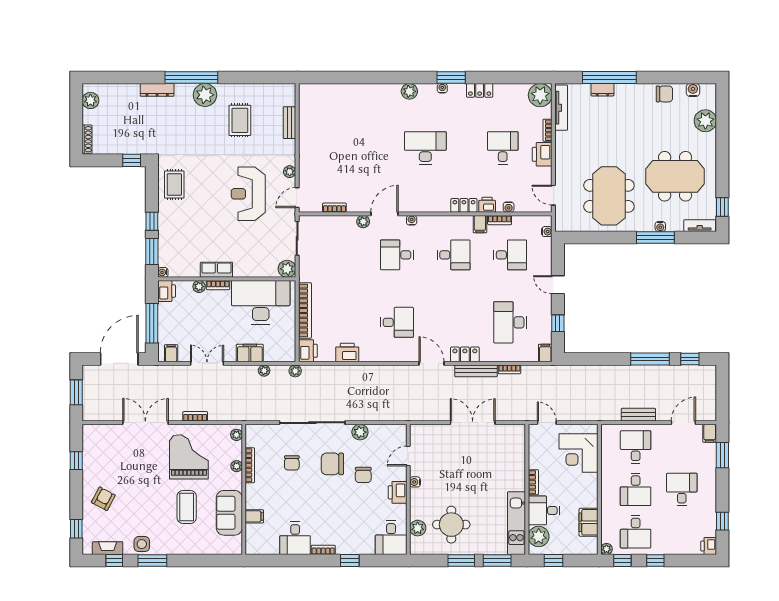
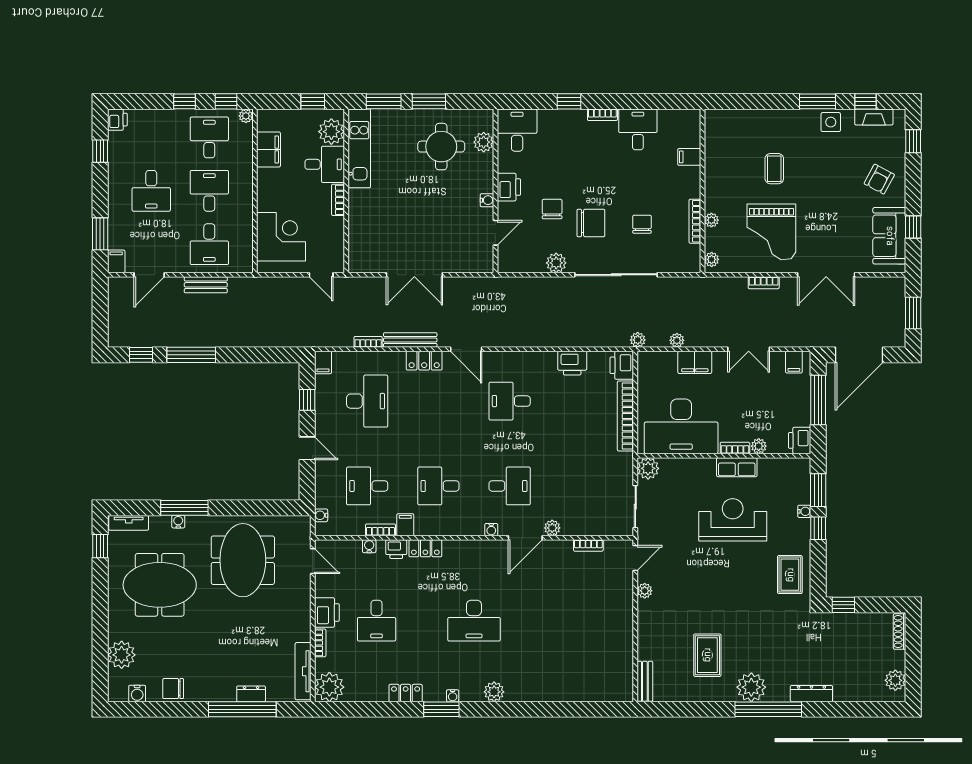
bench: (289, 123) -> (645, 681), moved
reception desk: (248, 194) -> (733, 520), moved, turned -90
water cooler: (163, 272) -> (804, 511), moved
coffee table: (187, 507) -> (774, 169), width x0.73, depth x0.77
sofa: (229, 513) -> (889, 236), moved, turned 180

